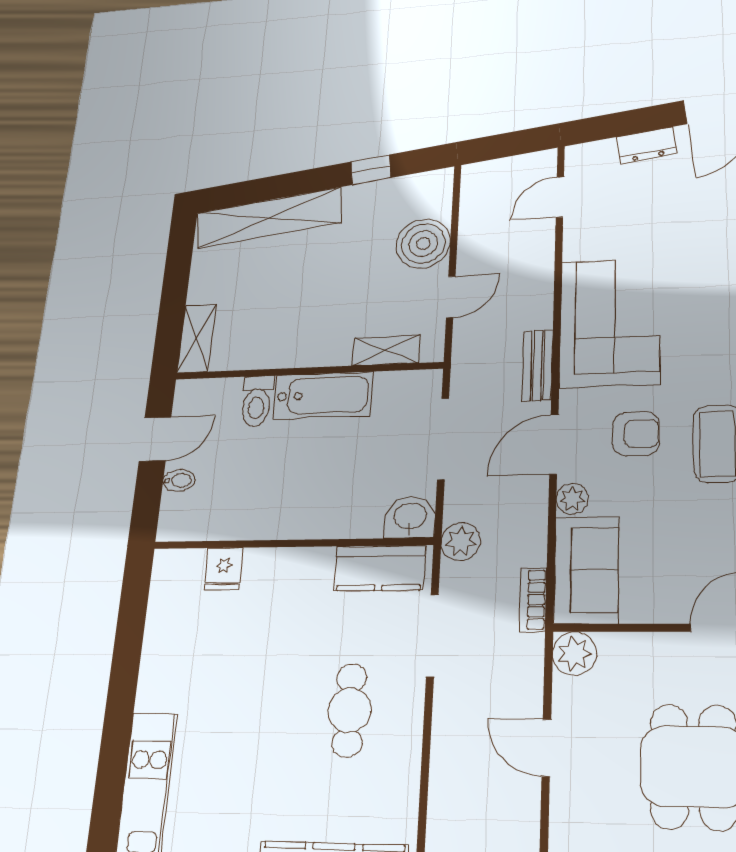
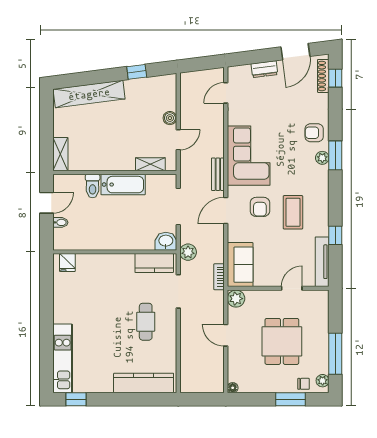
boiler: (423, 244) -> (170, 118), width x0.54, depth x0.54
armchair: (636, 434) -> (260, 207), turned 90
plant: (572, 499) -> (234, 235), removed
fridge: (224, 569) -> (67, 263), moved

